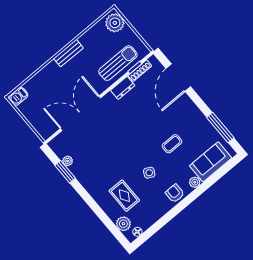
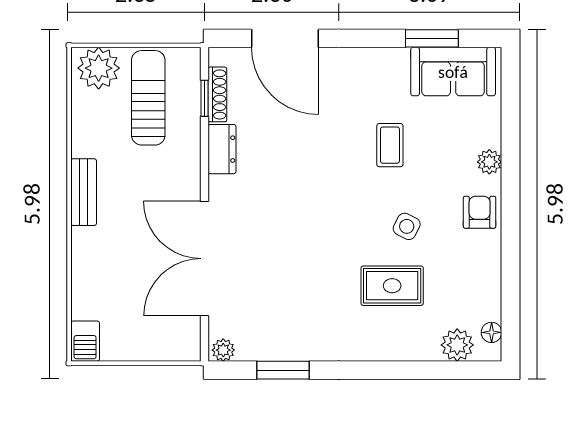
sun lounger: (118, 63) -> (148, 98), moved
window: (220, 127) -> (432, 38), width x0.69
plant: (68, 161) -> (223, 350), moved
sofa: (211, 162) -> (453, 72), moved, turned -90
armchair: (175, 193) -> (480, 212), turned 90
rug: (124, 196) -> (392, 286), moved

